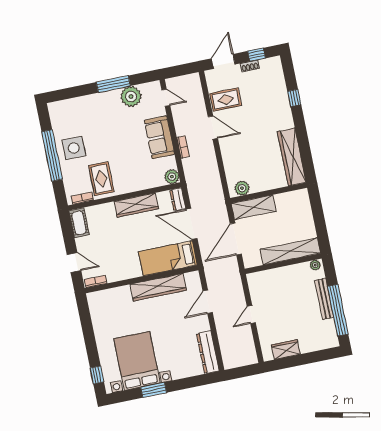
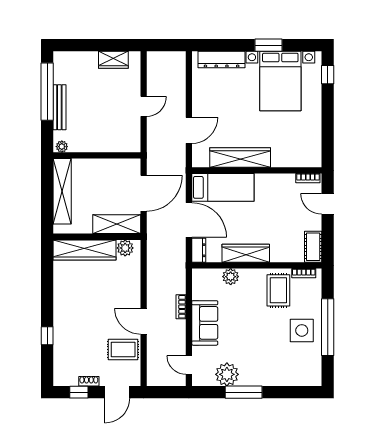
wardrobe: (292, 157) -> (84, 250), moved, turned 90
plant: (172, 177) -> (231, 277), moved
shelving: (290, 251) -> (62, 191), moved, turned 90
dresser: (208, 352) -> (222, 60), moved, turned 90

